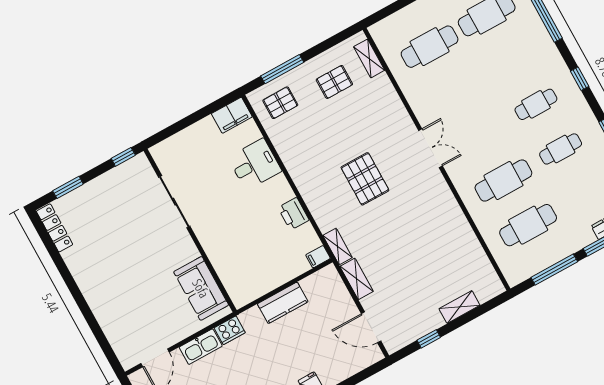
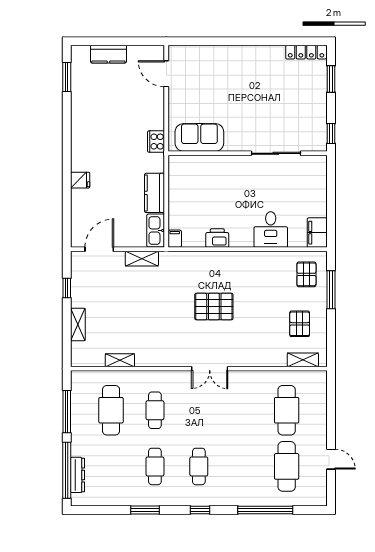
cafe table: (503, 181) -> (155, 410), width x0.73, depth x0.74
shelving: (338, 246) -> (120, 360), moved
kitchen sink: (201, 347) -> (156, 230), moved

